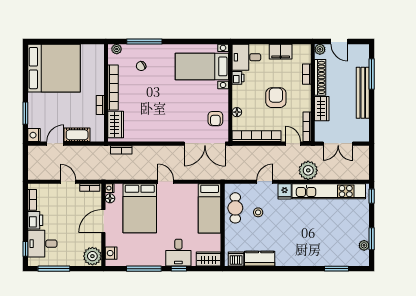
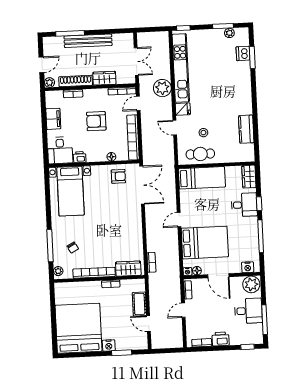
nightstand: (34, 135) -> (109, 345), moved
desk: (42, 244) -> (248, 311), moved, turned -90
dishwasher: (236, 259) -> (243, 53), moved

